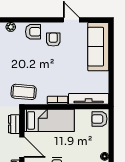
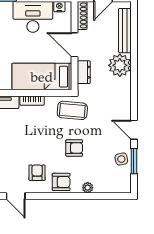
armchair: (33, 32) -> (61, 182), turned 180
armchair: (53, 40) -> (37, 173), turned 180
armchair: (22, 60) -> (74, 148), added

